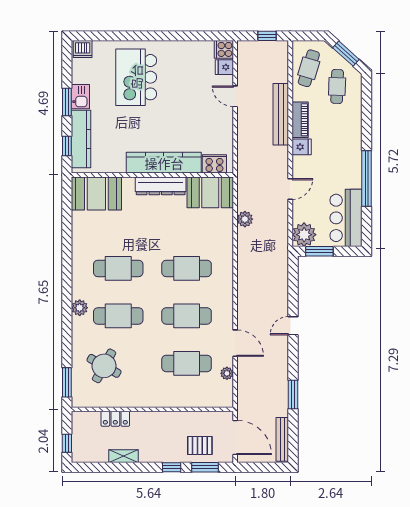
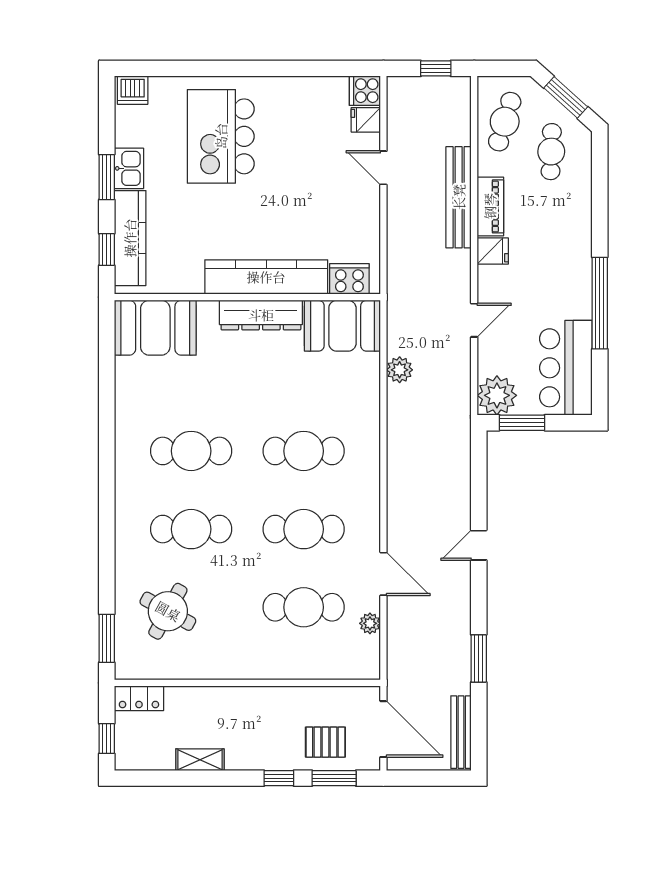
plant: (80, 308) -> (128, 516), removed
locker: (115, 419) -> (139, 698), moved

